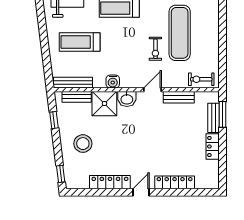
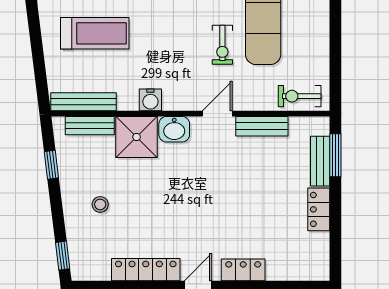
treadmill: (80, 42) -> (95, 33), turned 180
stool: (83, 144) -> (100, 204), width x0.53, depth x0.53
locker: (175, 182) -> (243, 270), width x0.66

